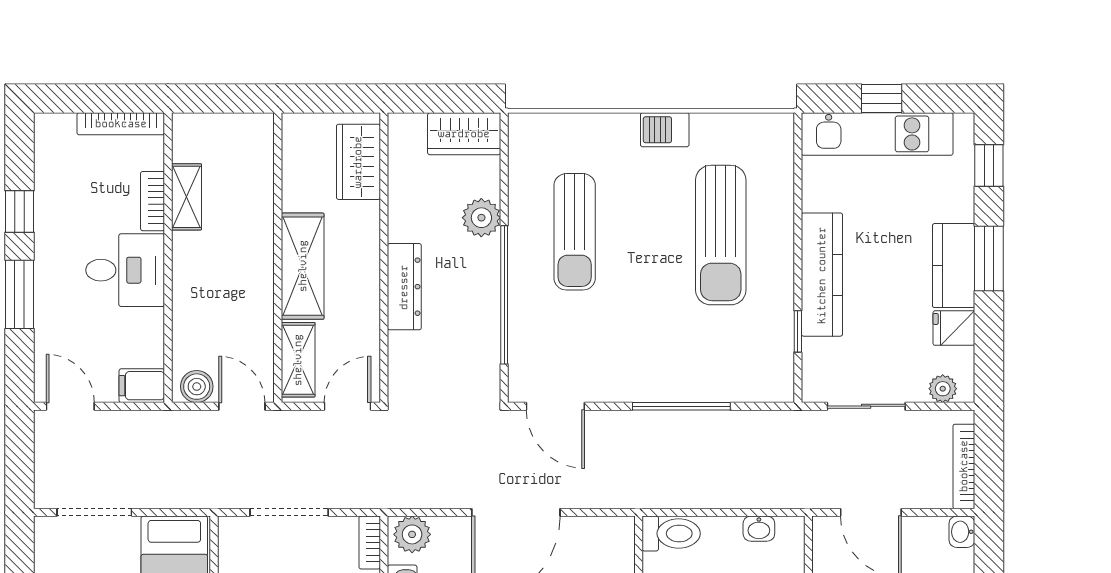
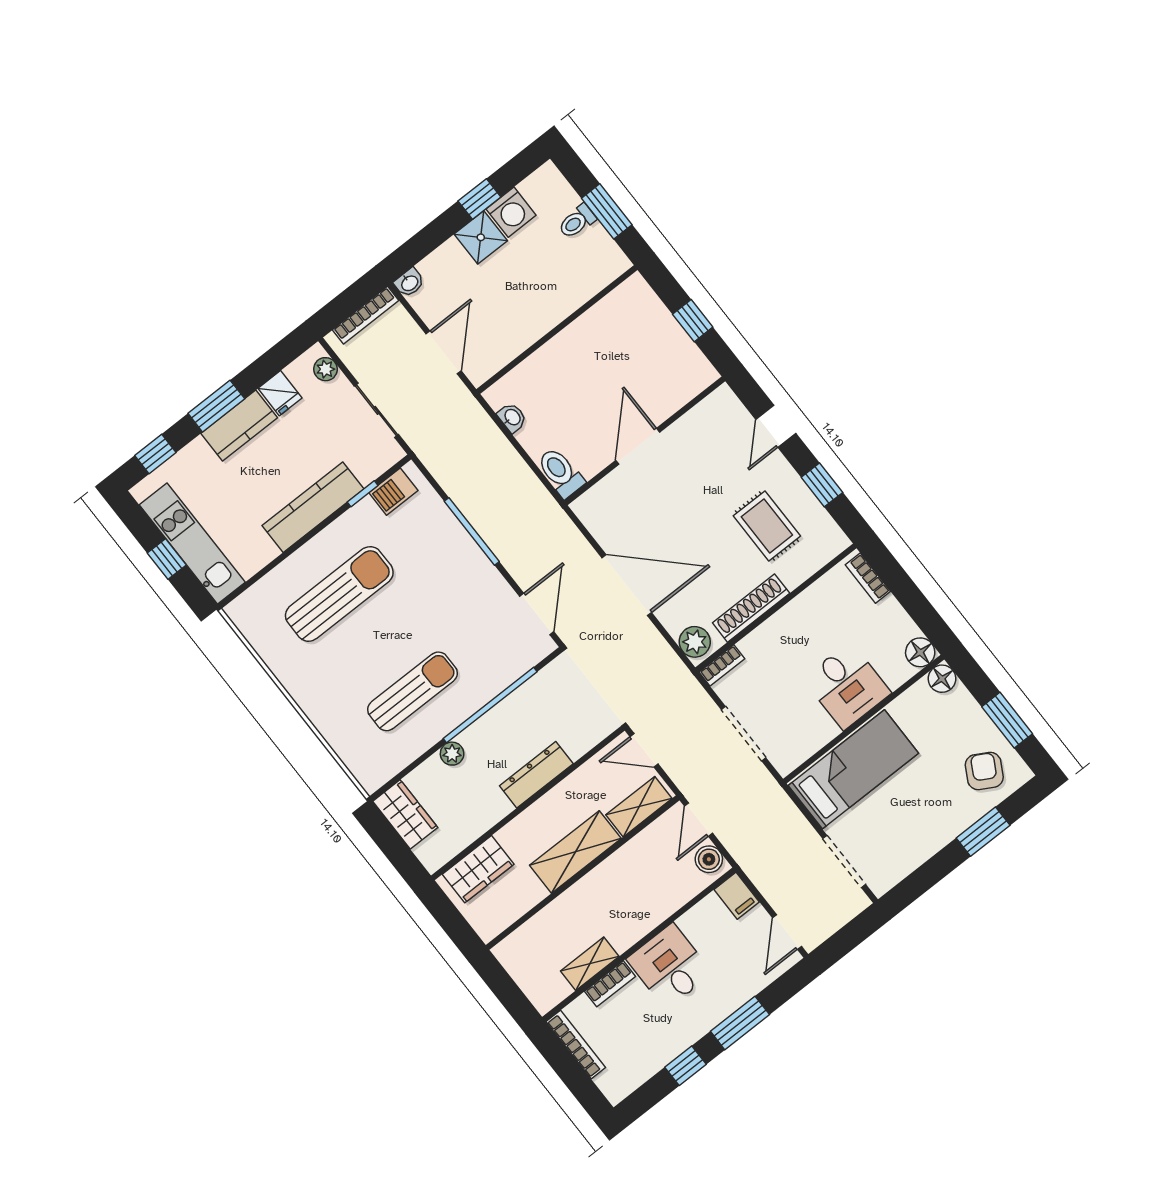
barbecue: (665, 130) -> (393, 492), moved, turned 90
plant: (481, 218) -> (452, 754), width x0.73, depth x0.73

